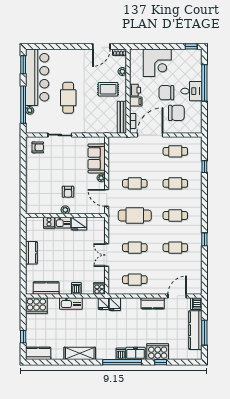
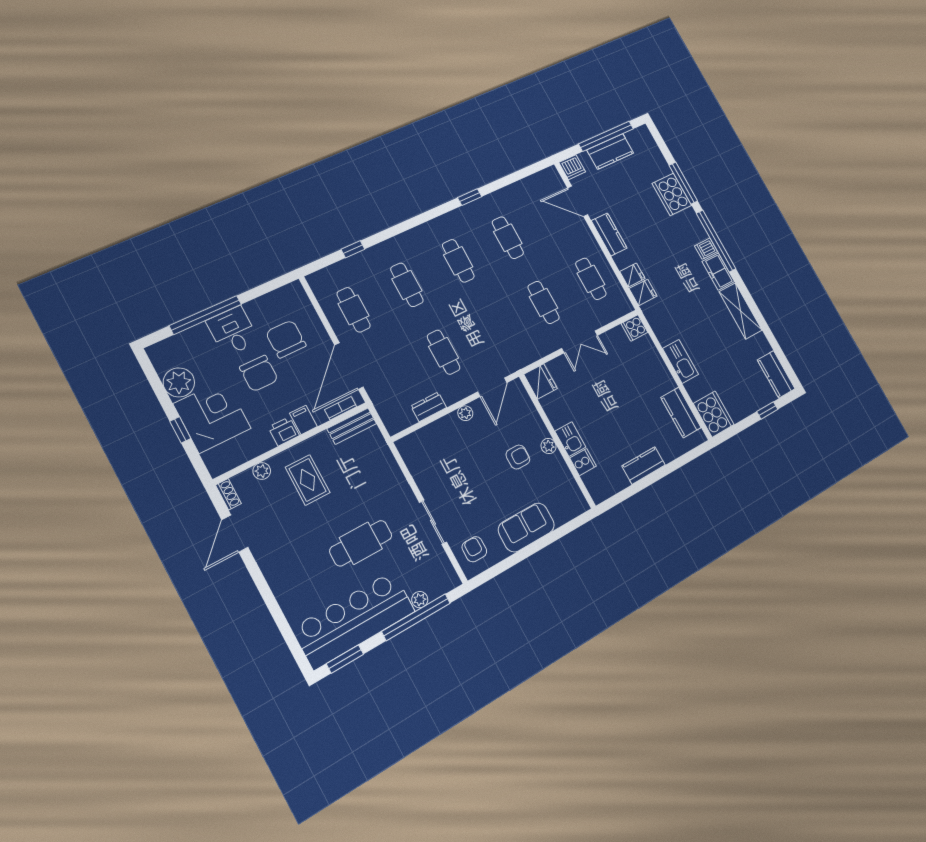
door: (101, 46) -> (235, 534), swing flipped
window: (191, 46) -> (180, 430), moved
plant: (179, 56) -> (179, 382), added
bench: (122, 117) -> (352, 426), width x0.73
door: (150, 135) -> (349, 366), hinge flipped
sofa: (97, 158) -> (526, 527), moved, turned 180
dresser: (113, 162) -> (429, 407), added
cafe table: (135, 215) -> (495, 327), removed
fridge: (79, 224) -> (541, 381), moved
dishwasher: (76, 288) -> (655, 364), removed
fridge: (103, 304) -> (632, 275), moved
kitchen counter: (195, 330) -> (610, 151), width x0.67
window: (204, 333) -> (606, 136), width x1.46
freezer: (136, 353) -> (718, 272), moved
window: (161, 362) -> (683, 183), width x2.17

